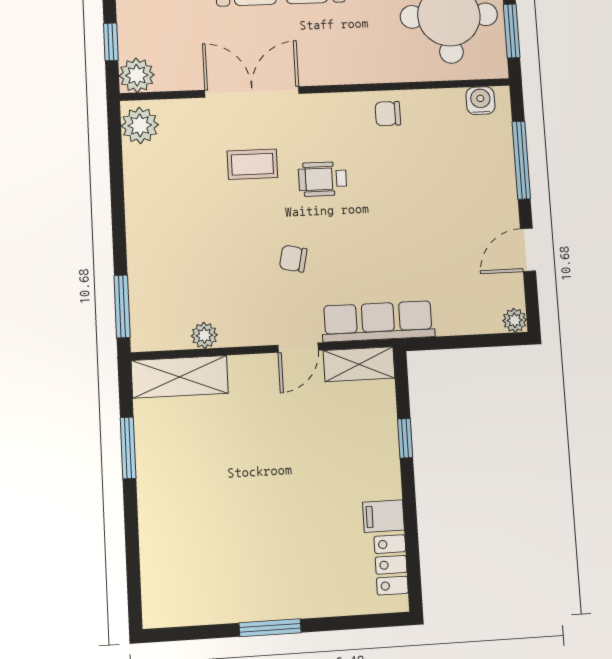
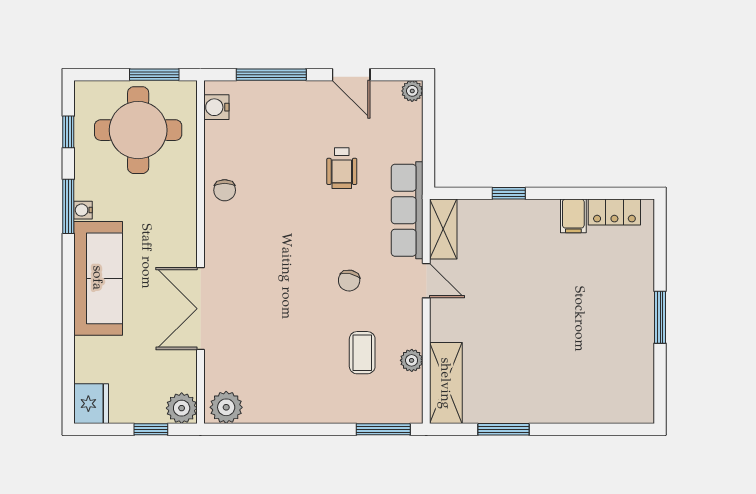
coffee table: (252, 164) -> (362, 353), moved
wheelchair: (323, 179) -> (342, 168), moved

